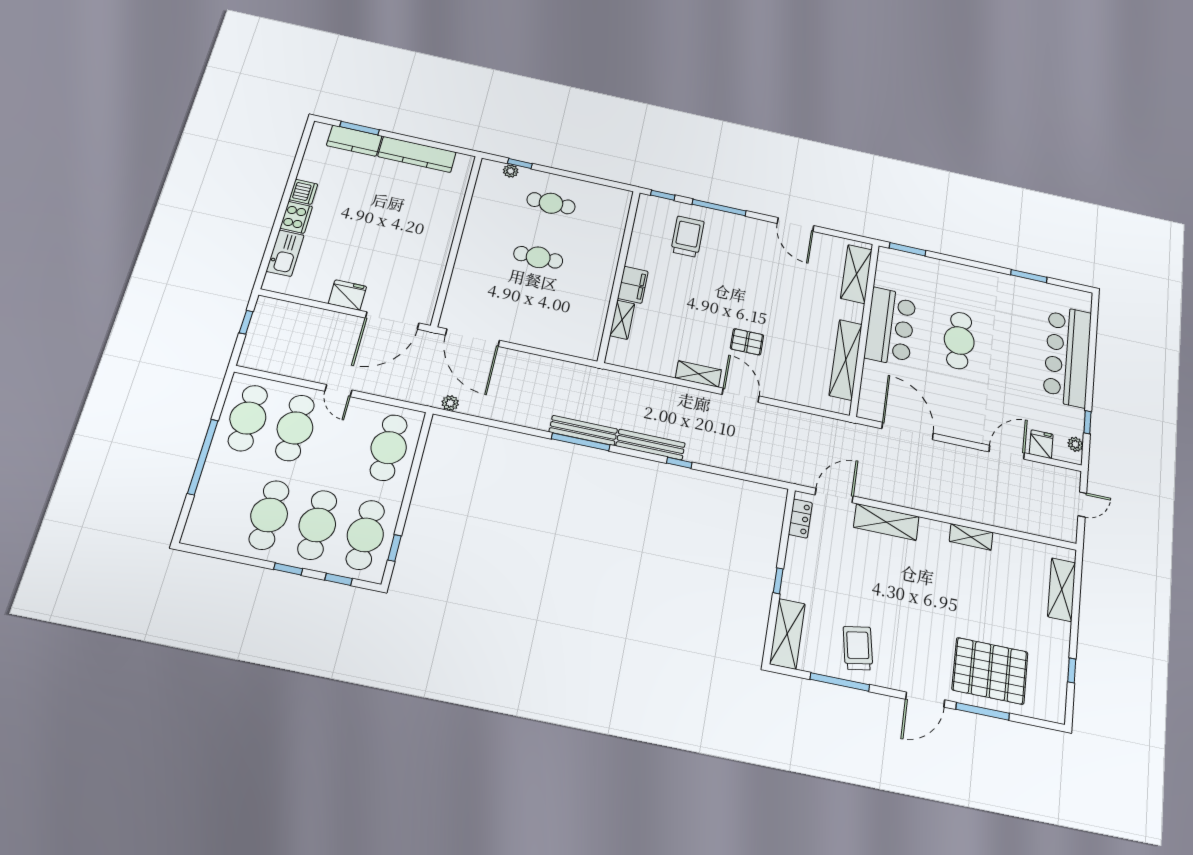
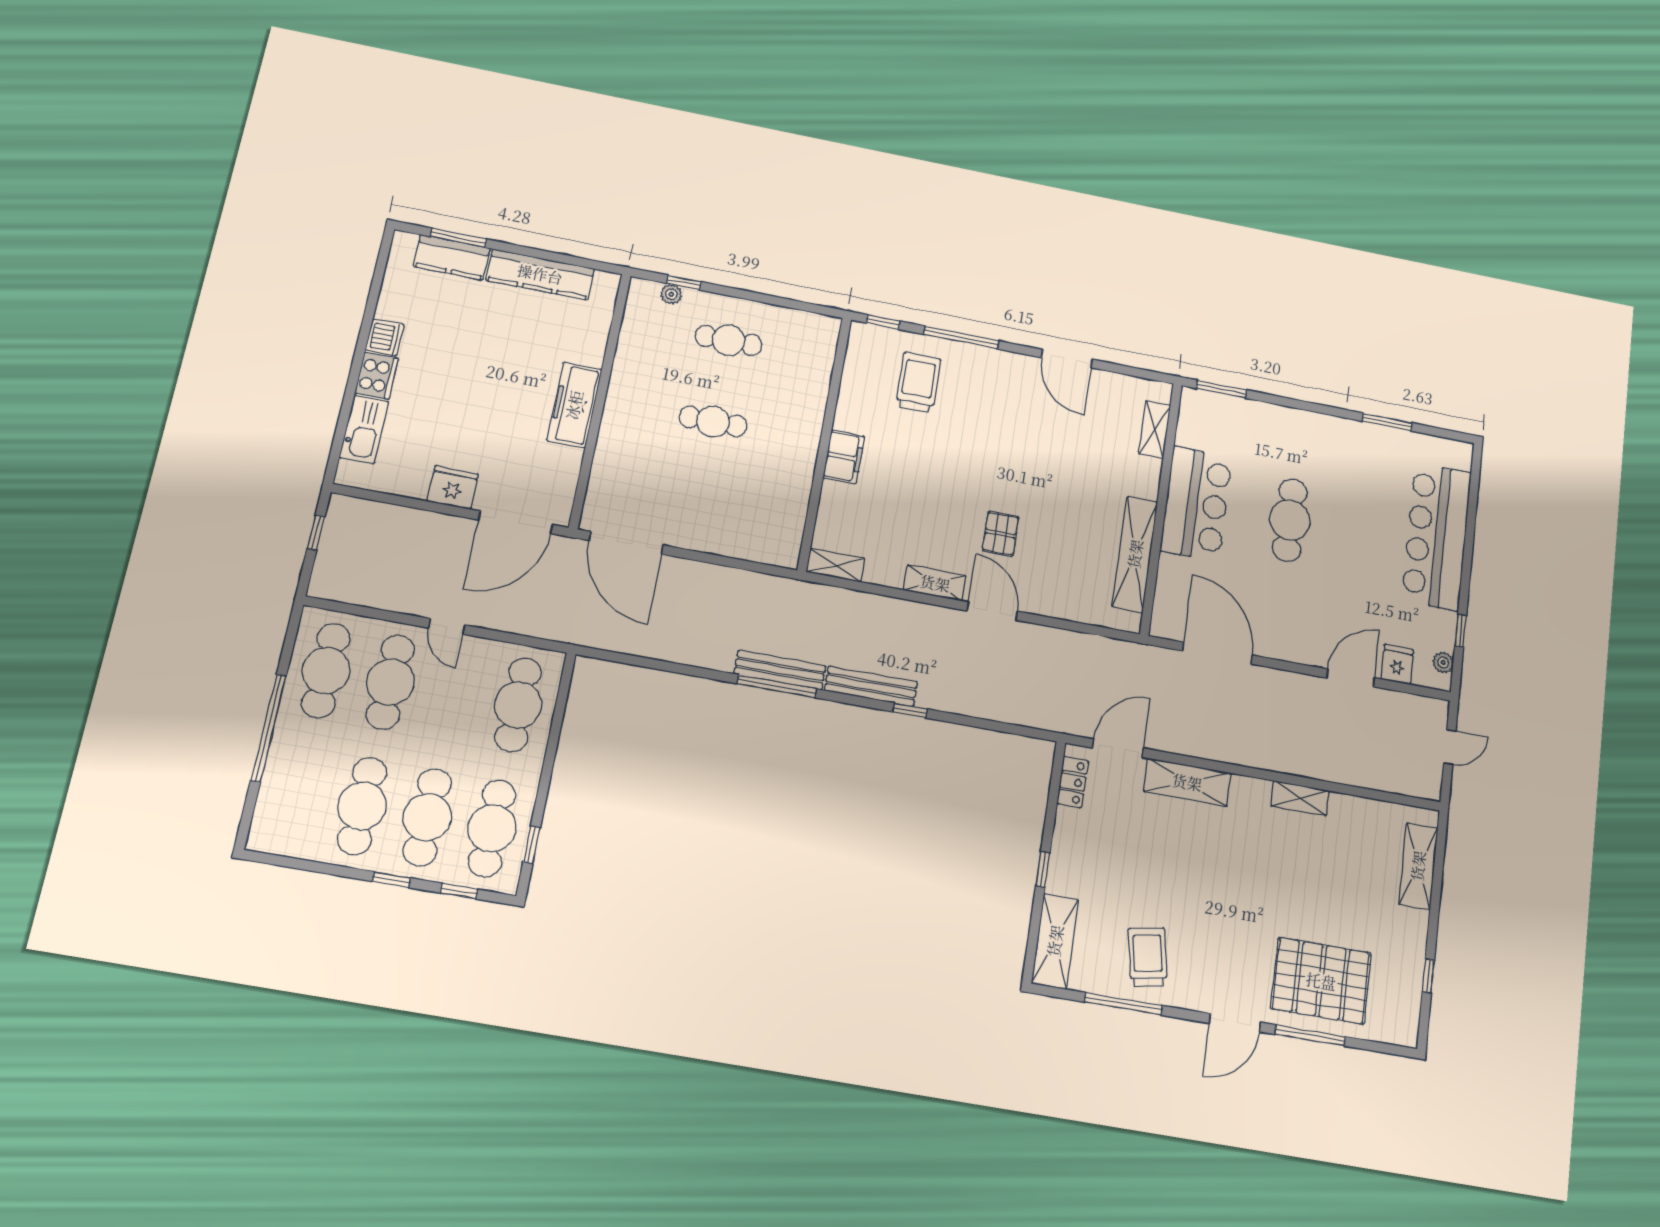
freezer: (438, 242) -> (574, 405), added
shelving: (856, 274) -> (1155, 429), width x0.67, depth x0.75
shelving: (622, 320) -> (835, 565), moved, turned 90
pallet: (747, 342) -> (1001, 534), turned 90
plant: (450, 403) -> (599, 638), removed

